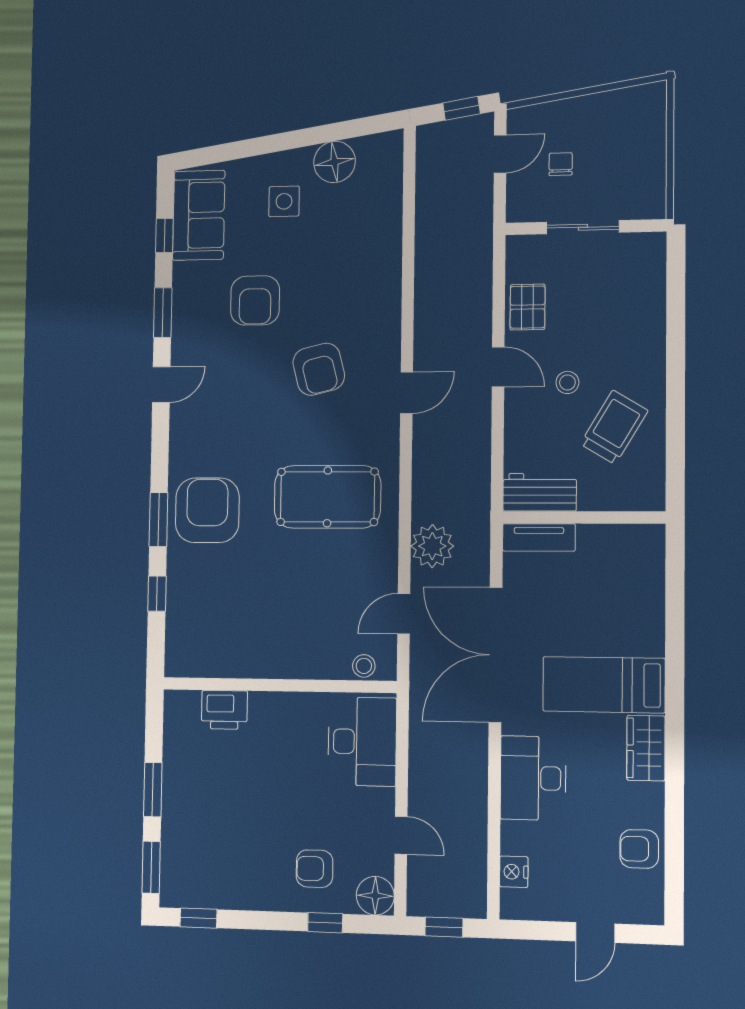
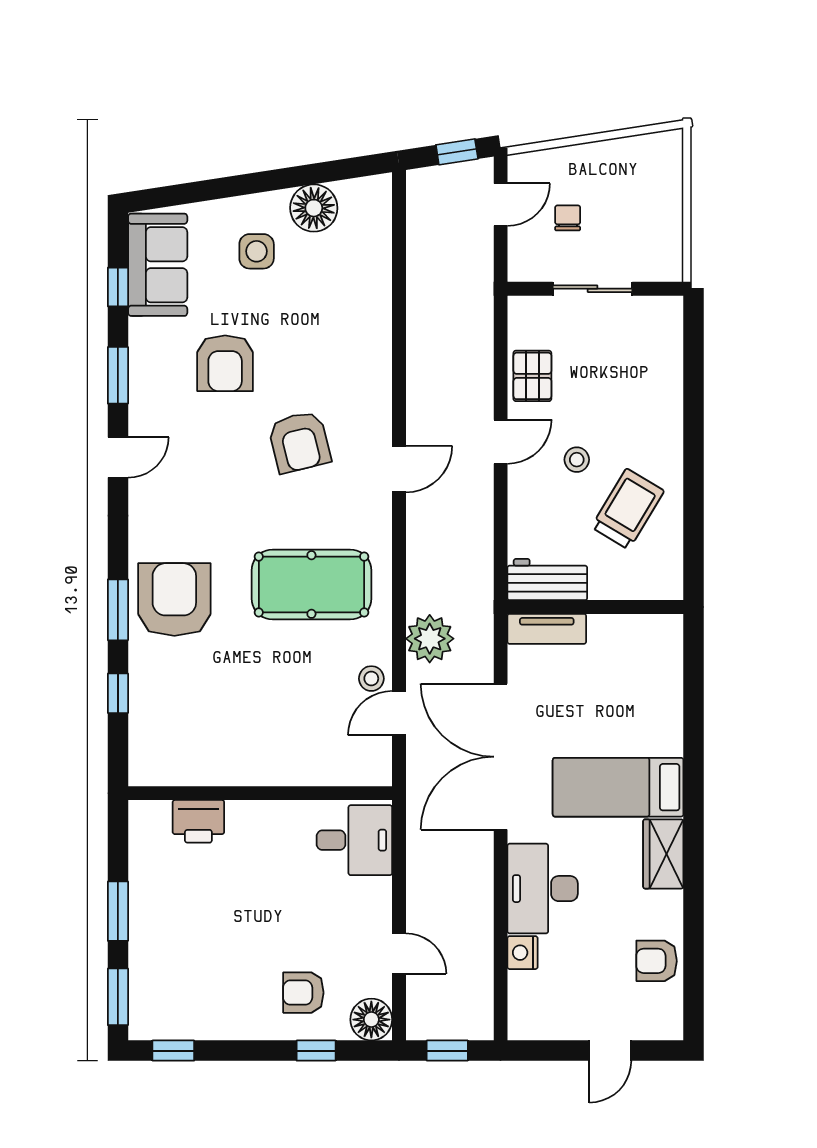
door: (498, 367) -> (501, 442), hinge flipped
stool: (364, 666) -> (371, 679), moved
desk: (362, 742) -> (354, 840), width x0.73
nightstand: (514, 872) -> (522, 953), moved

